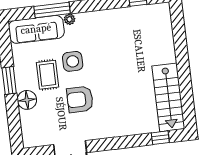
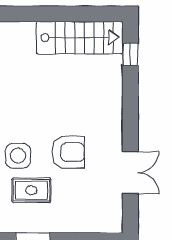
armchair: (80, 99) -> (68, 152), turned -90
floor lamp: (27, 100) -> (61, 221), removed

